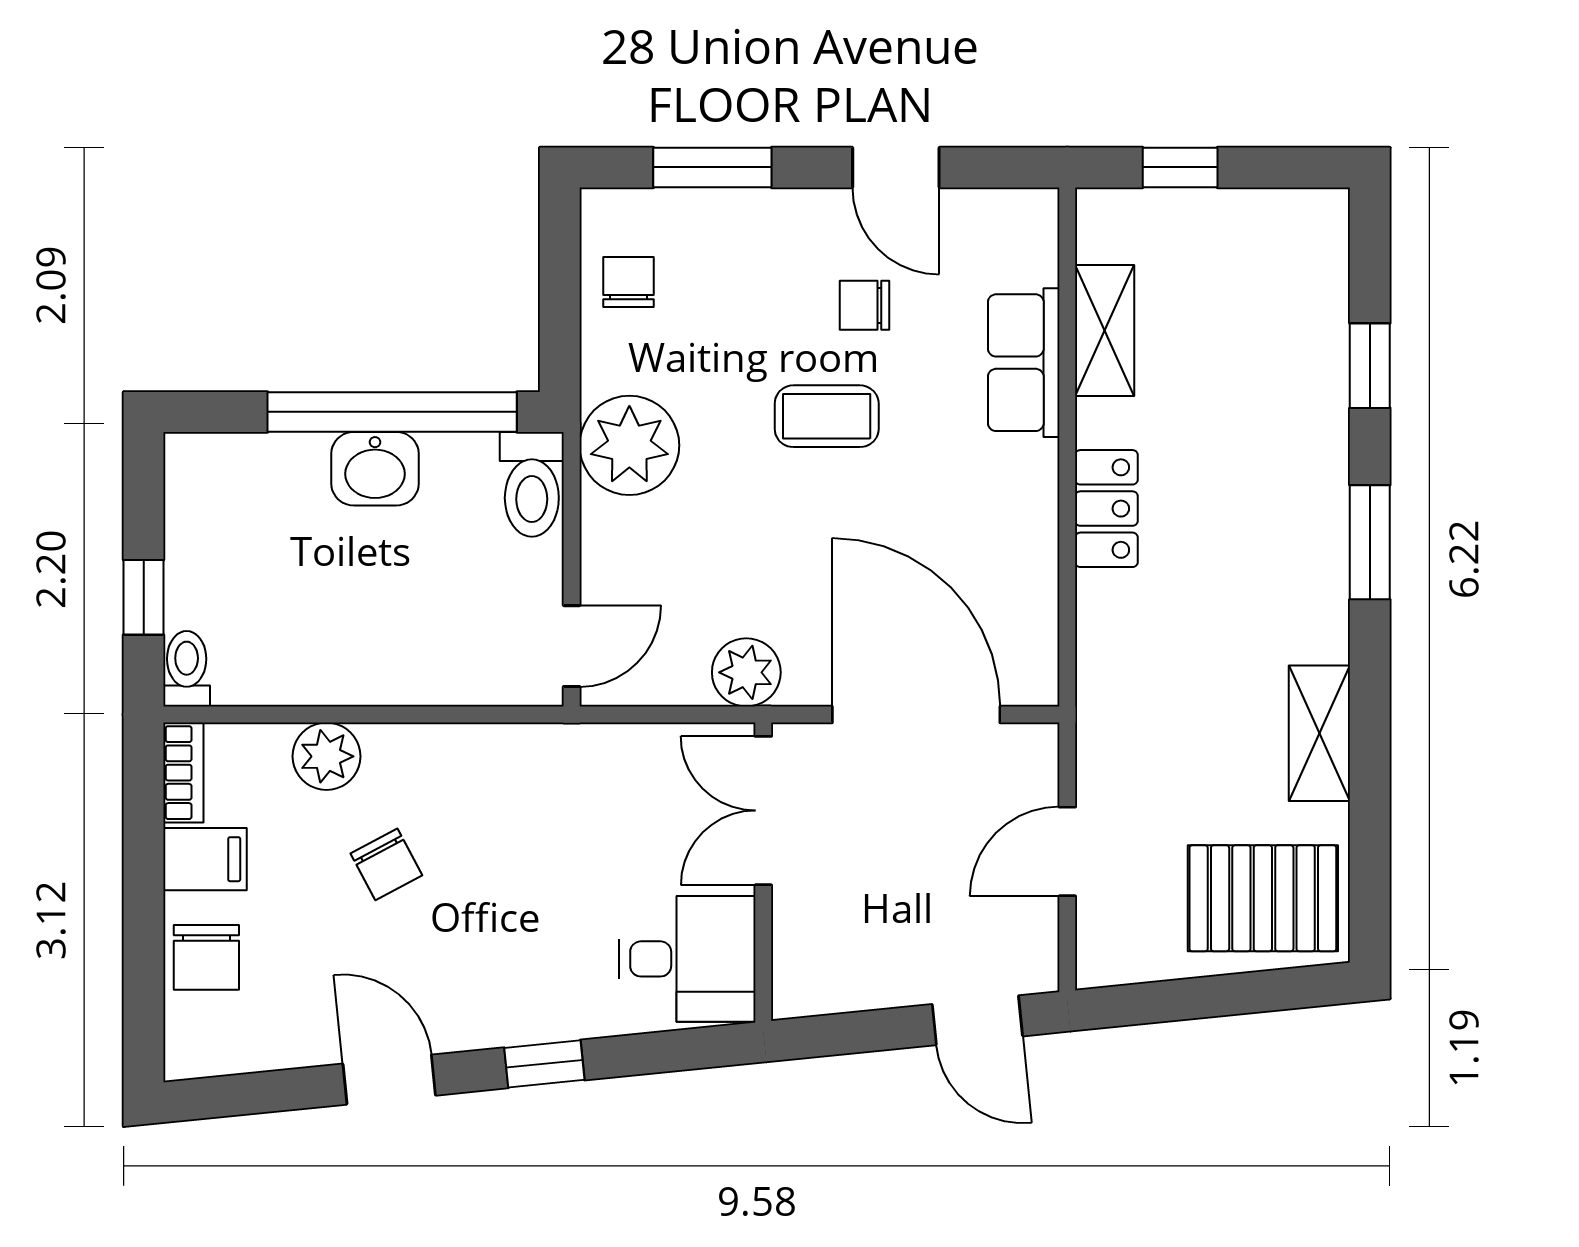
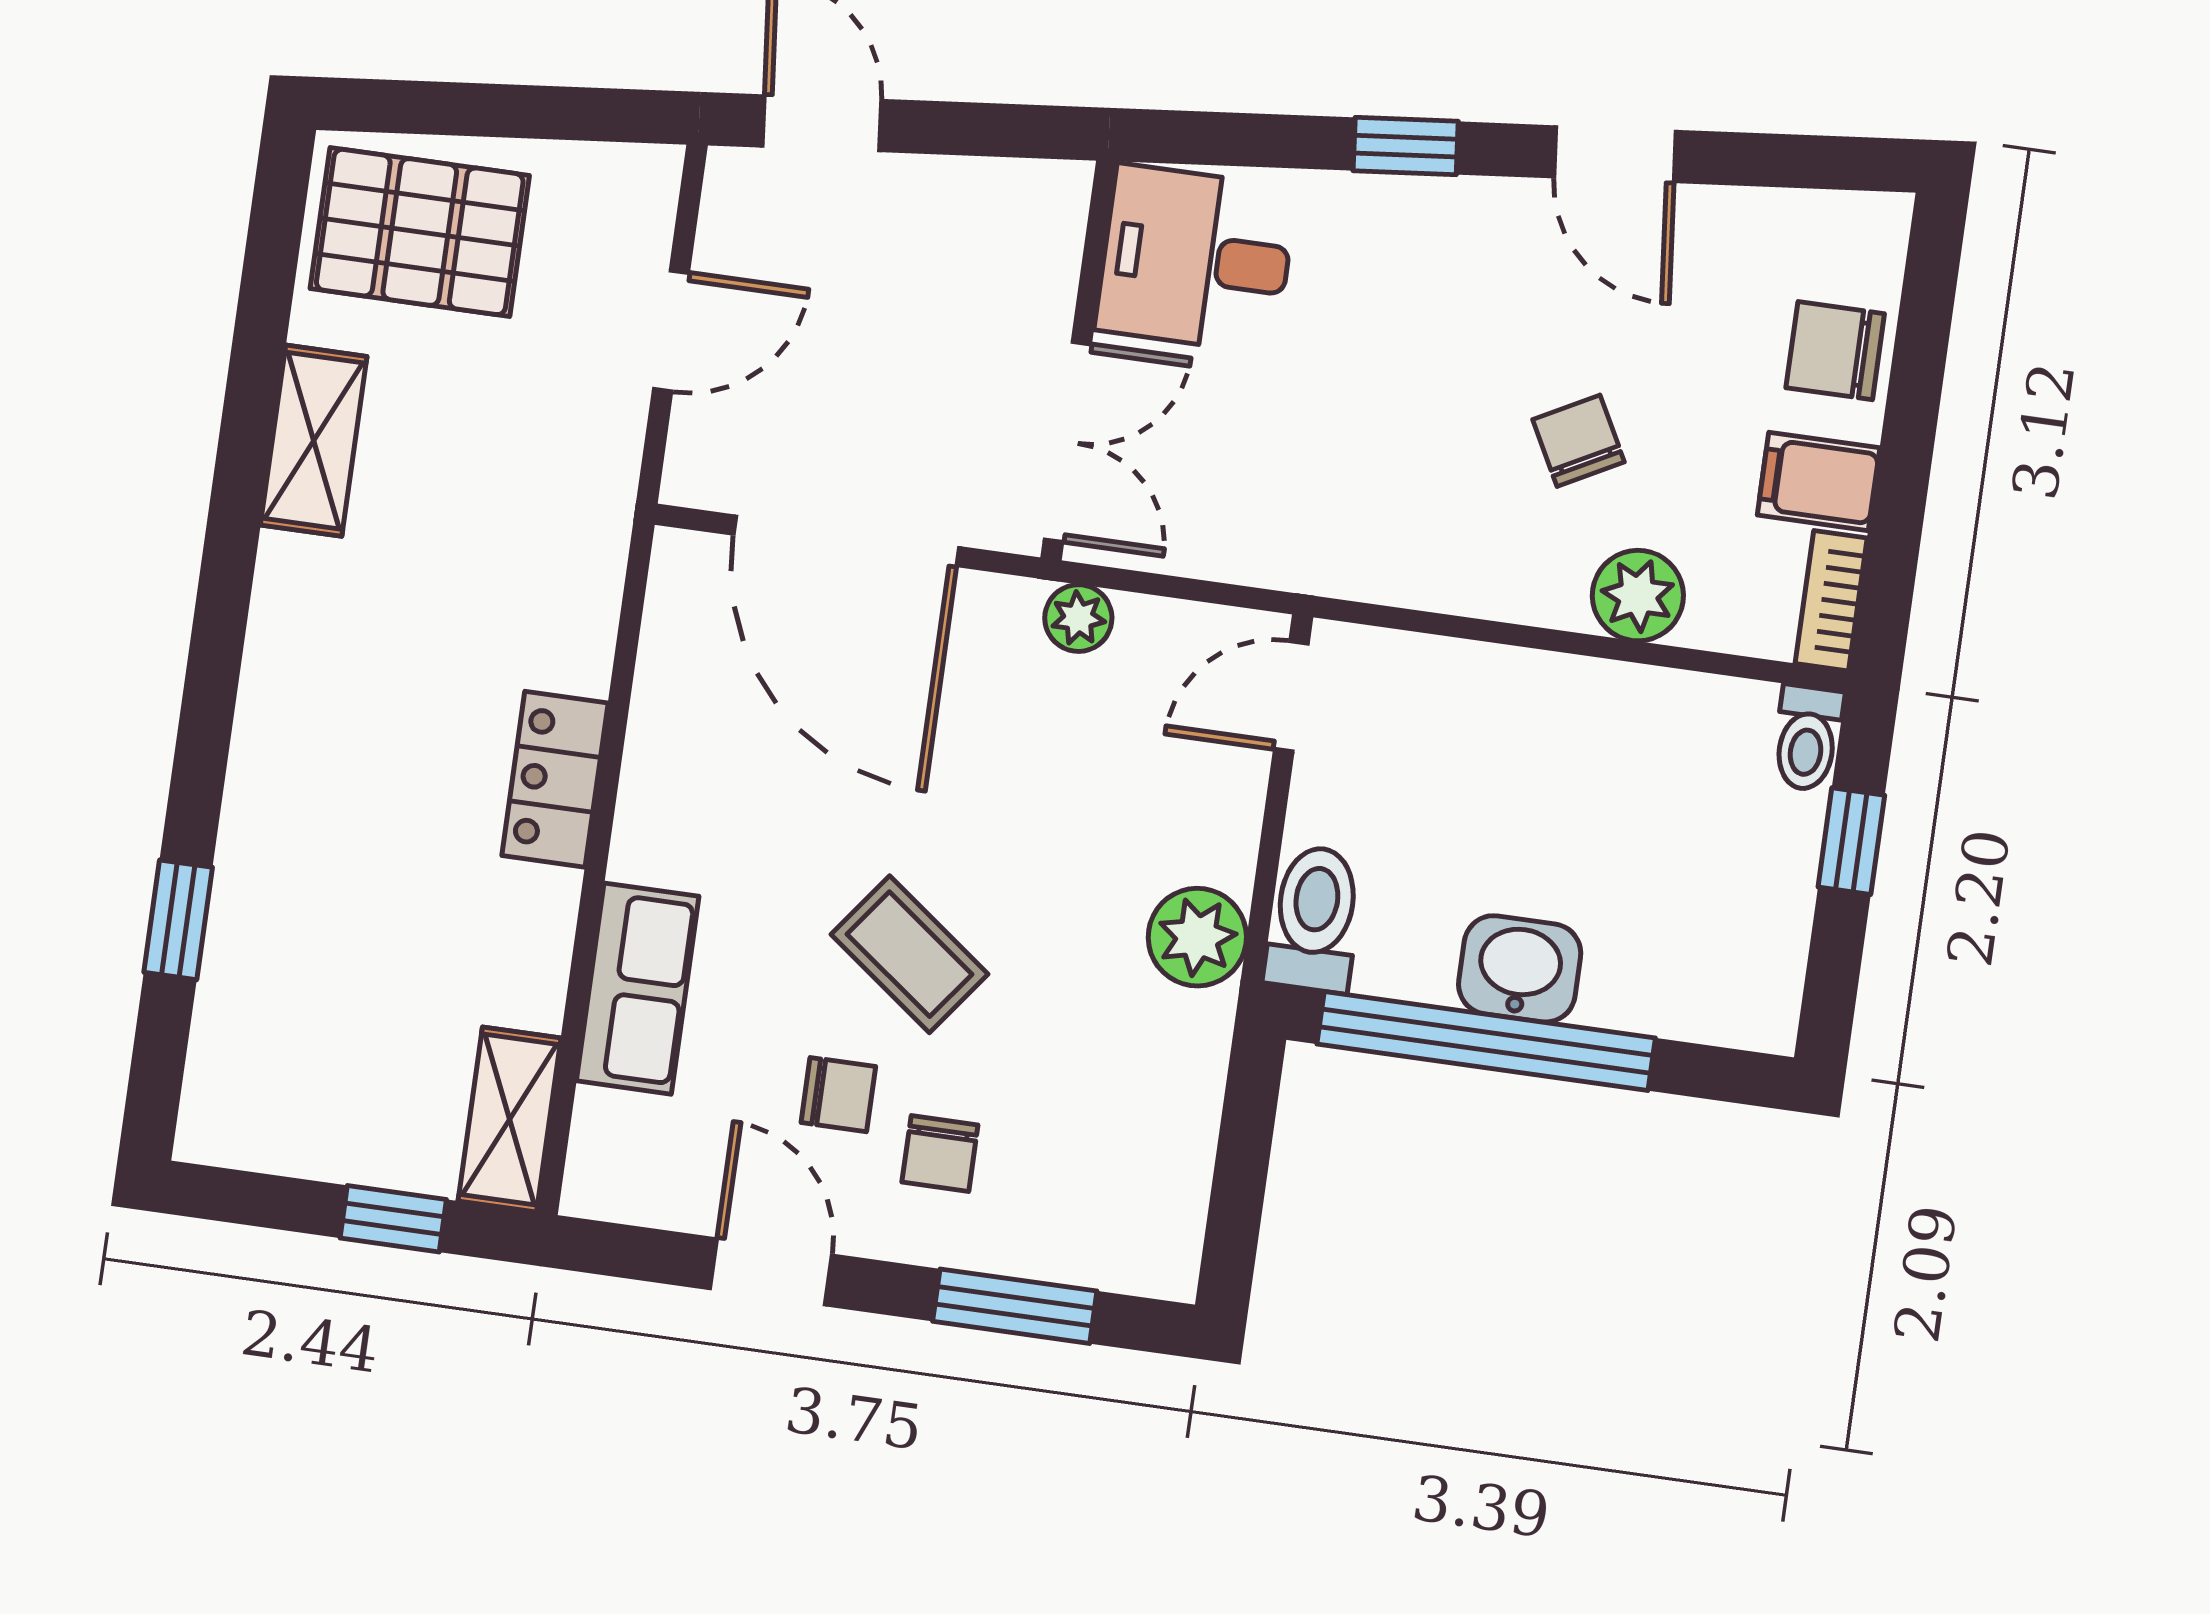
chair: (628, 282) -> (940, 1153), moved
shelving: (1105, 330) -> (510, 1119), moved
coffee table: (827, 416) -> (909, 954), turned 37
plant: (629, 445) -> (1197, 937), width x0.73, depth x0.73
window: (1370, 542) -> (211, 685), removed
plant: (746, 672) -> (1078, 618), width x0.73, depth x0.73
chair: (206, 957) -> (1835, 351), turned -90

